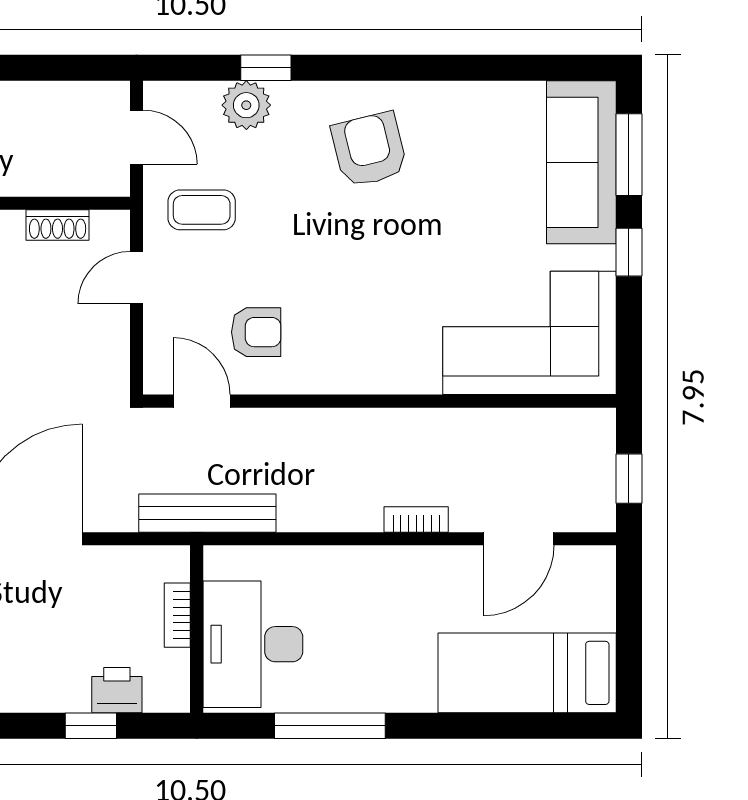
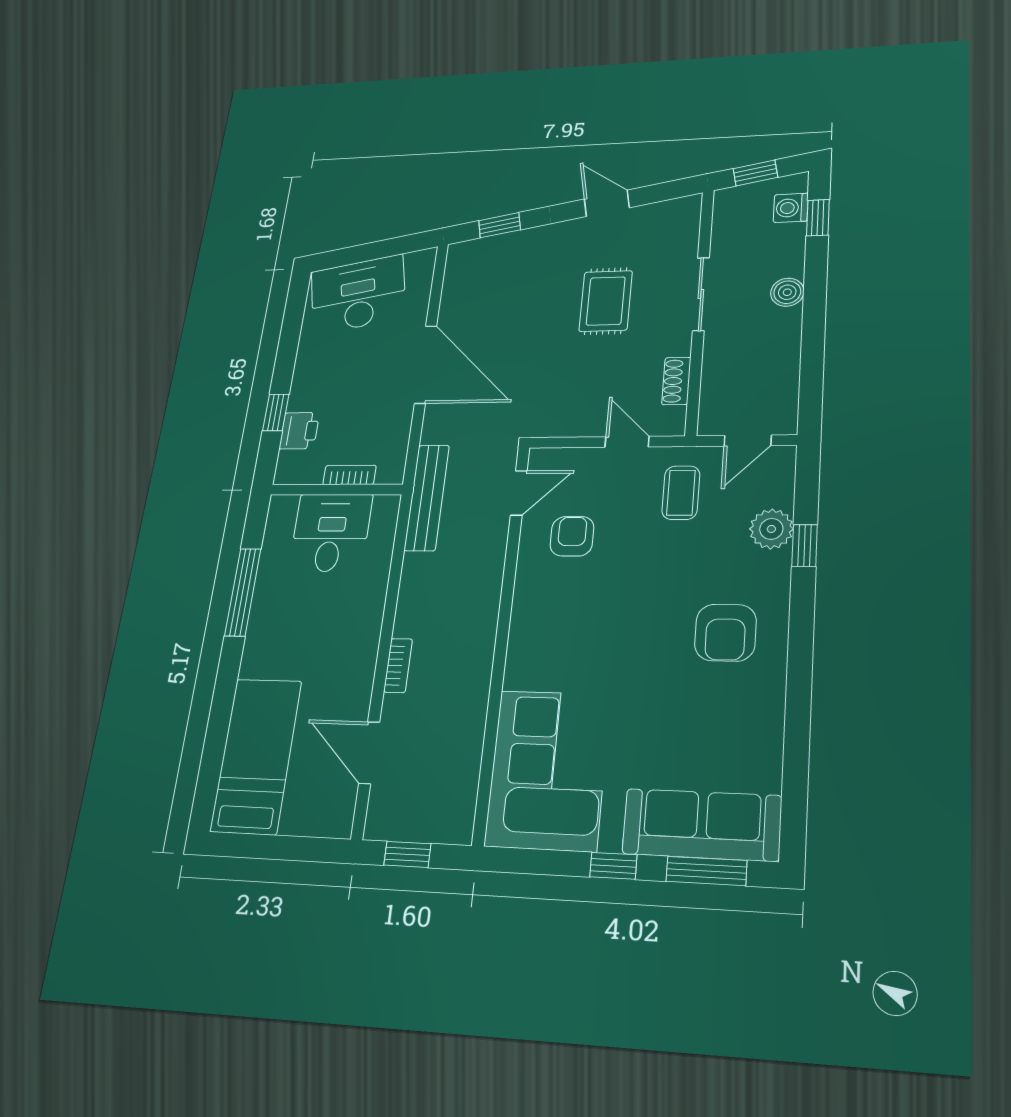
armchair: (369, 150) -> (725, 633), turned 104
armchair: (256, 332) -> (572, 536), turned 180
desk: (253, 644) -> (331, 533), width x0.73

